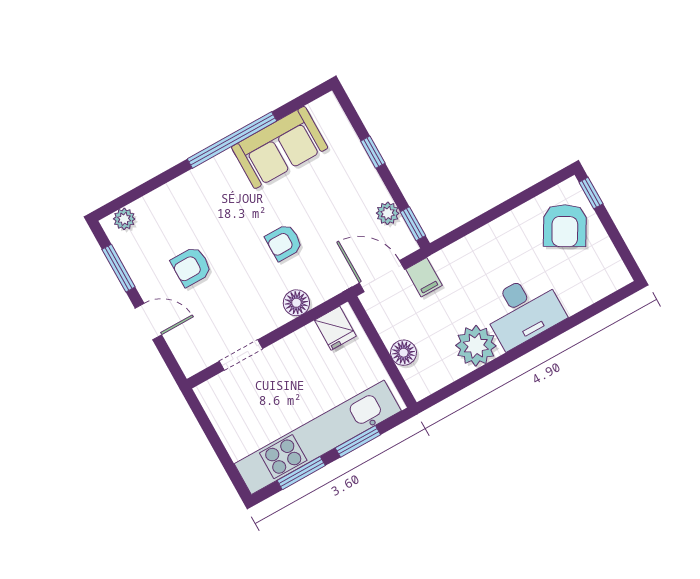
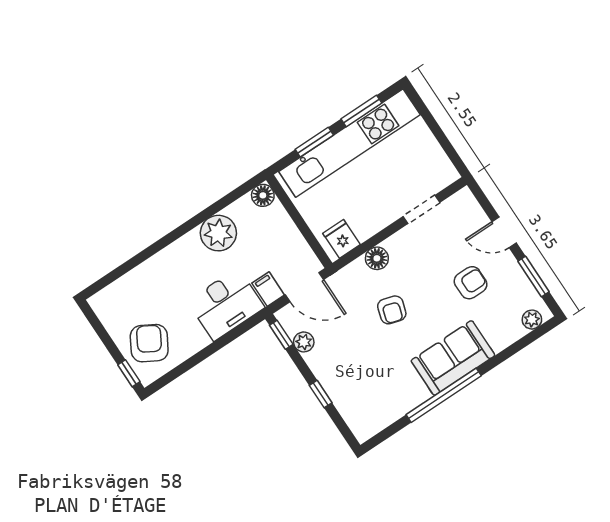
sofa: (280, 147) -> (453, 358), moved
armchair: (284, 242) -> (392, 310), turned 107
desk: (523, 311) -> (226, 304), moved, turned 180
floor lamp: (404, 353) -> (263, 195), moved

